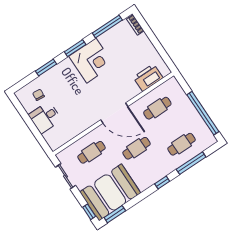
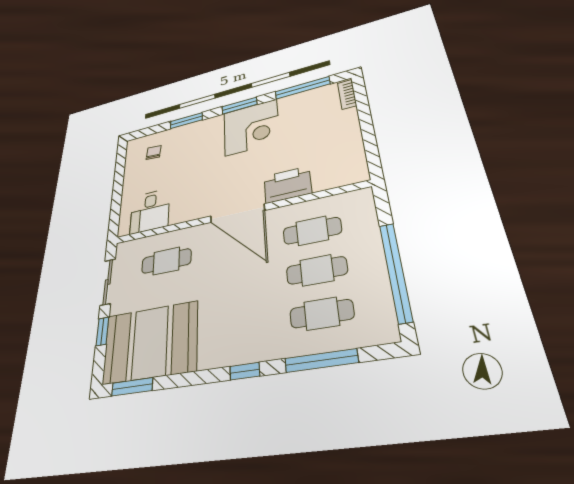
printer: (148, 78) -> (287, 185), moved
desk: (45, 117) -> (150, 211), moved, turned -90
cafe table: (137, 148) -> (317, 270), moved
window: (89, 212) -> (102, 331), moved

